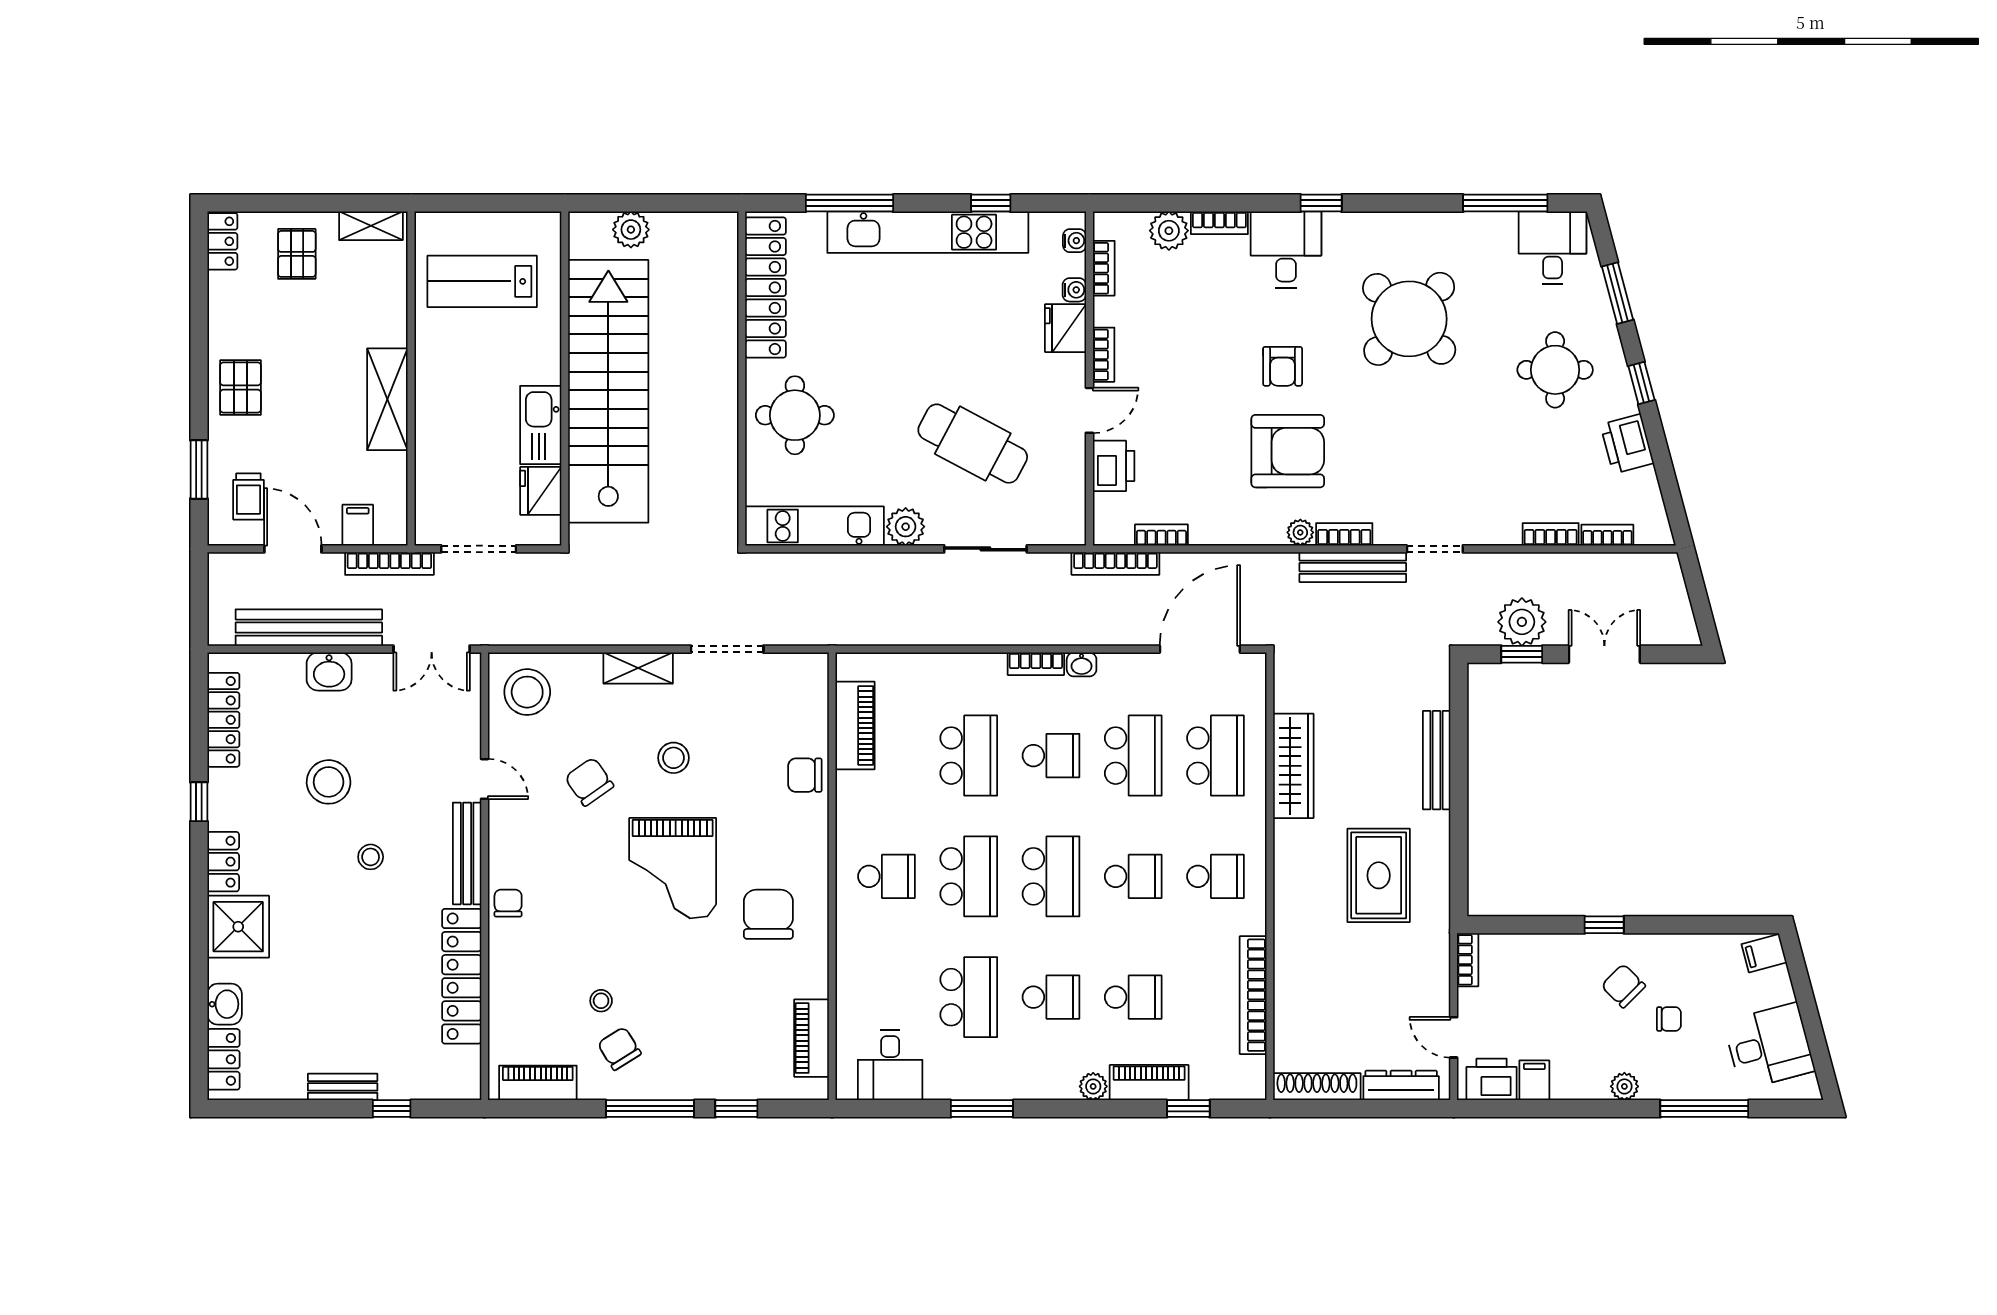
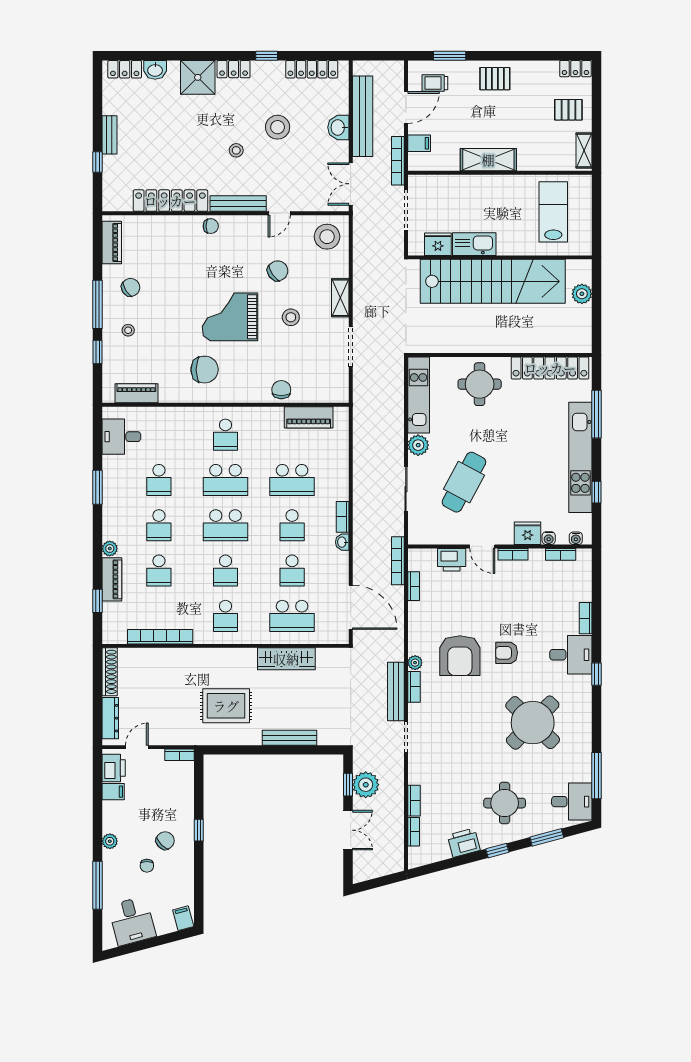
plant: (1169, 231) -> (581, 590), removed
school desk: (1133, 756) -> (292, 571), width x0.54
school desk: (969, 997) -> (159, 480), width x0.54
stool: (601, 1001) -> (128, 330), moved

